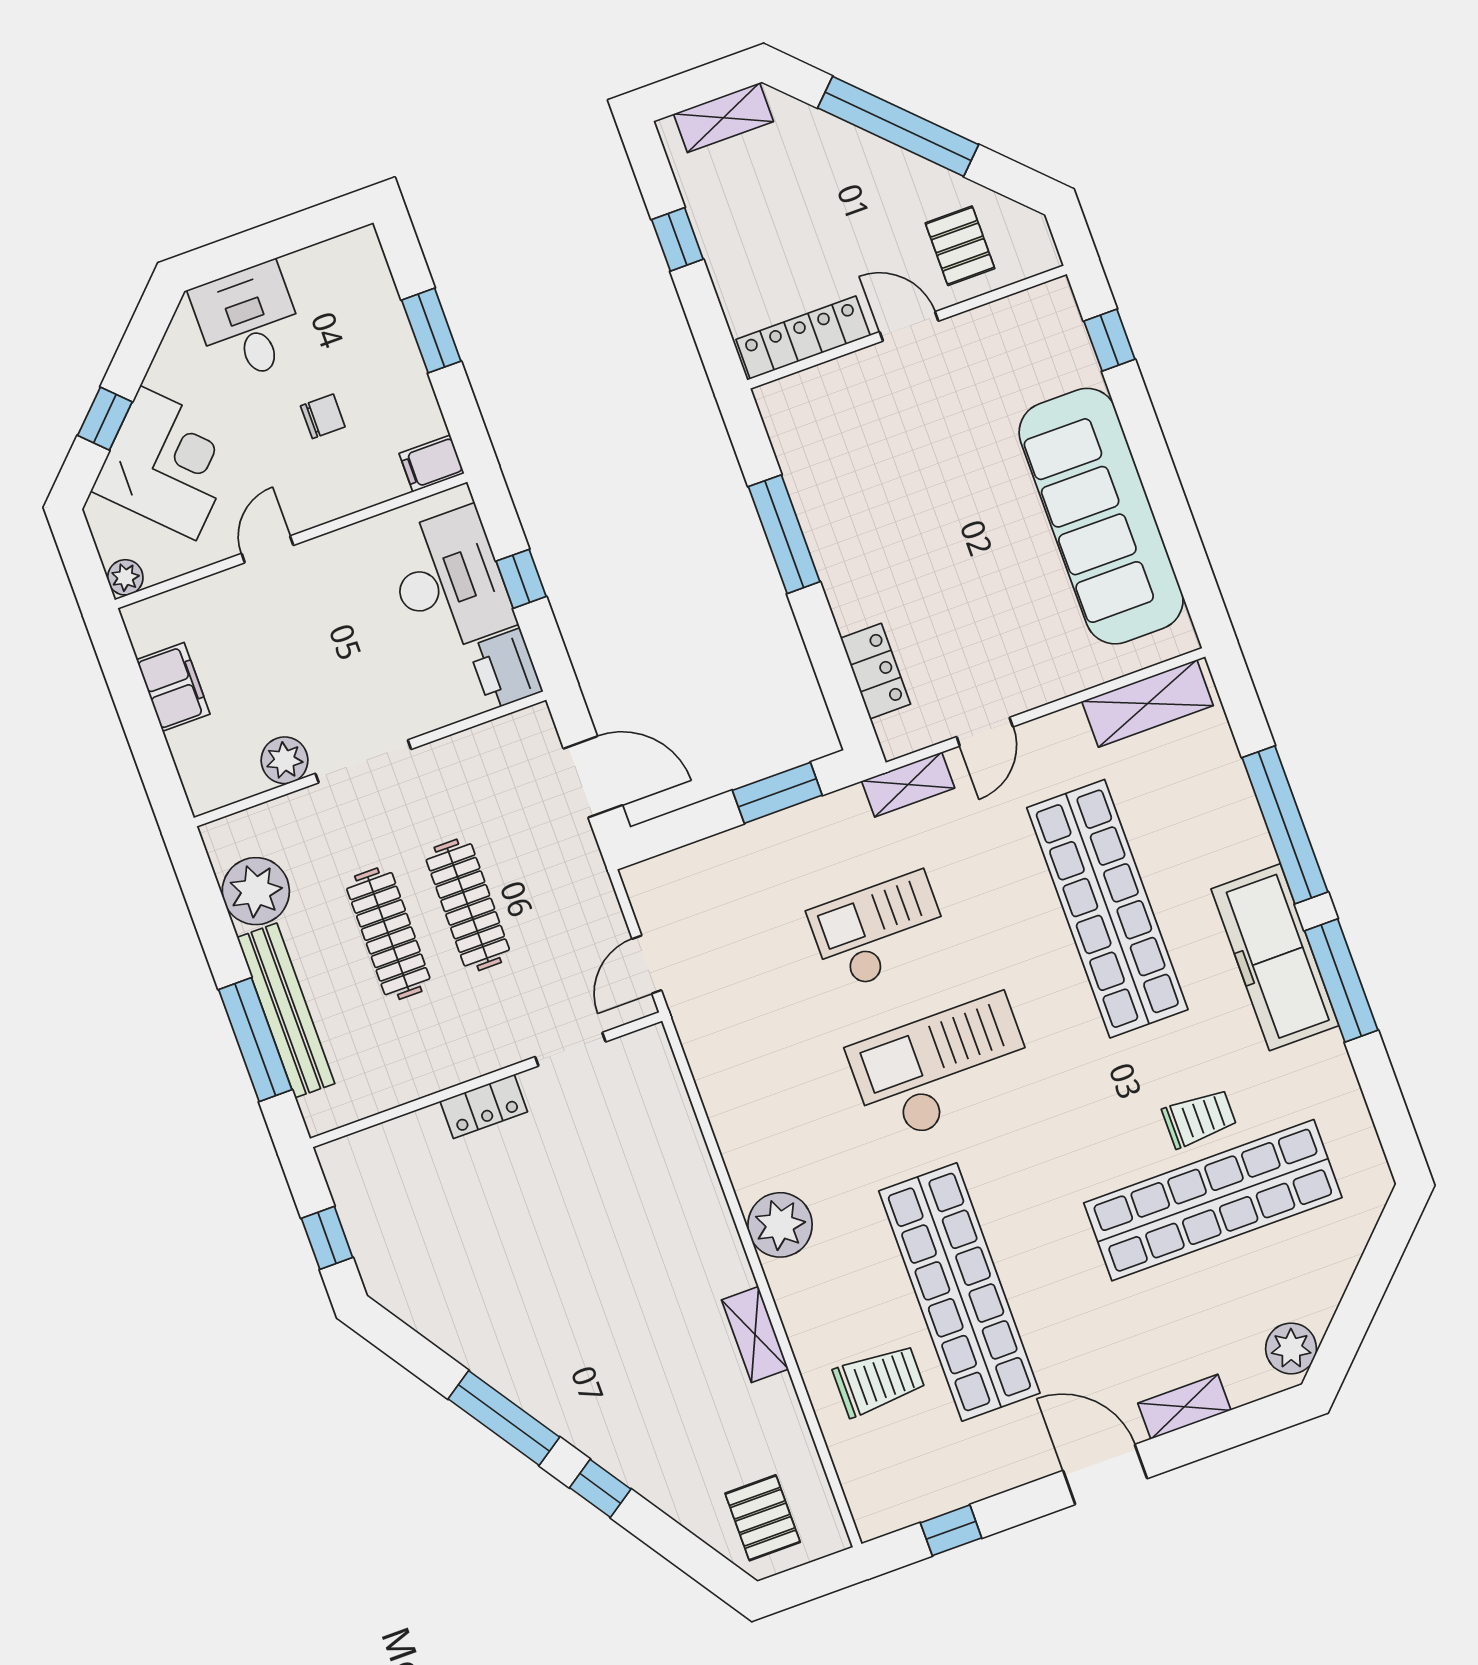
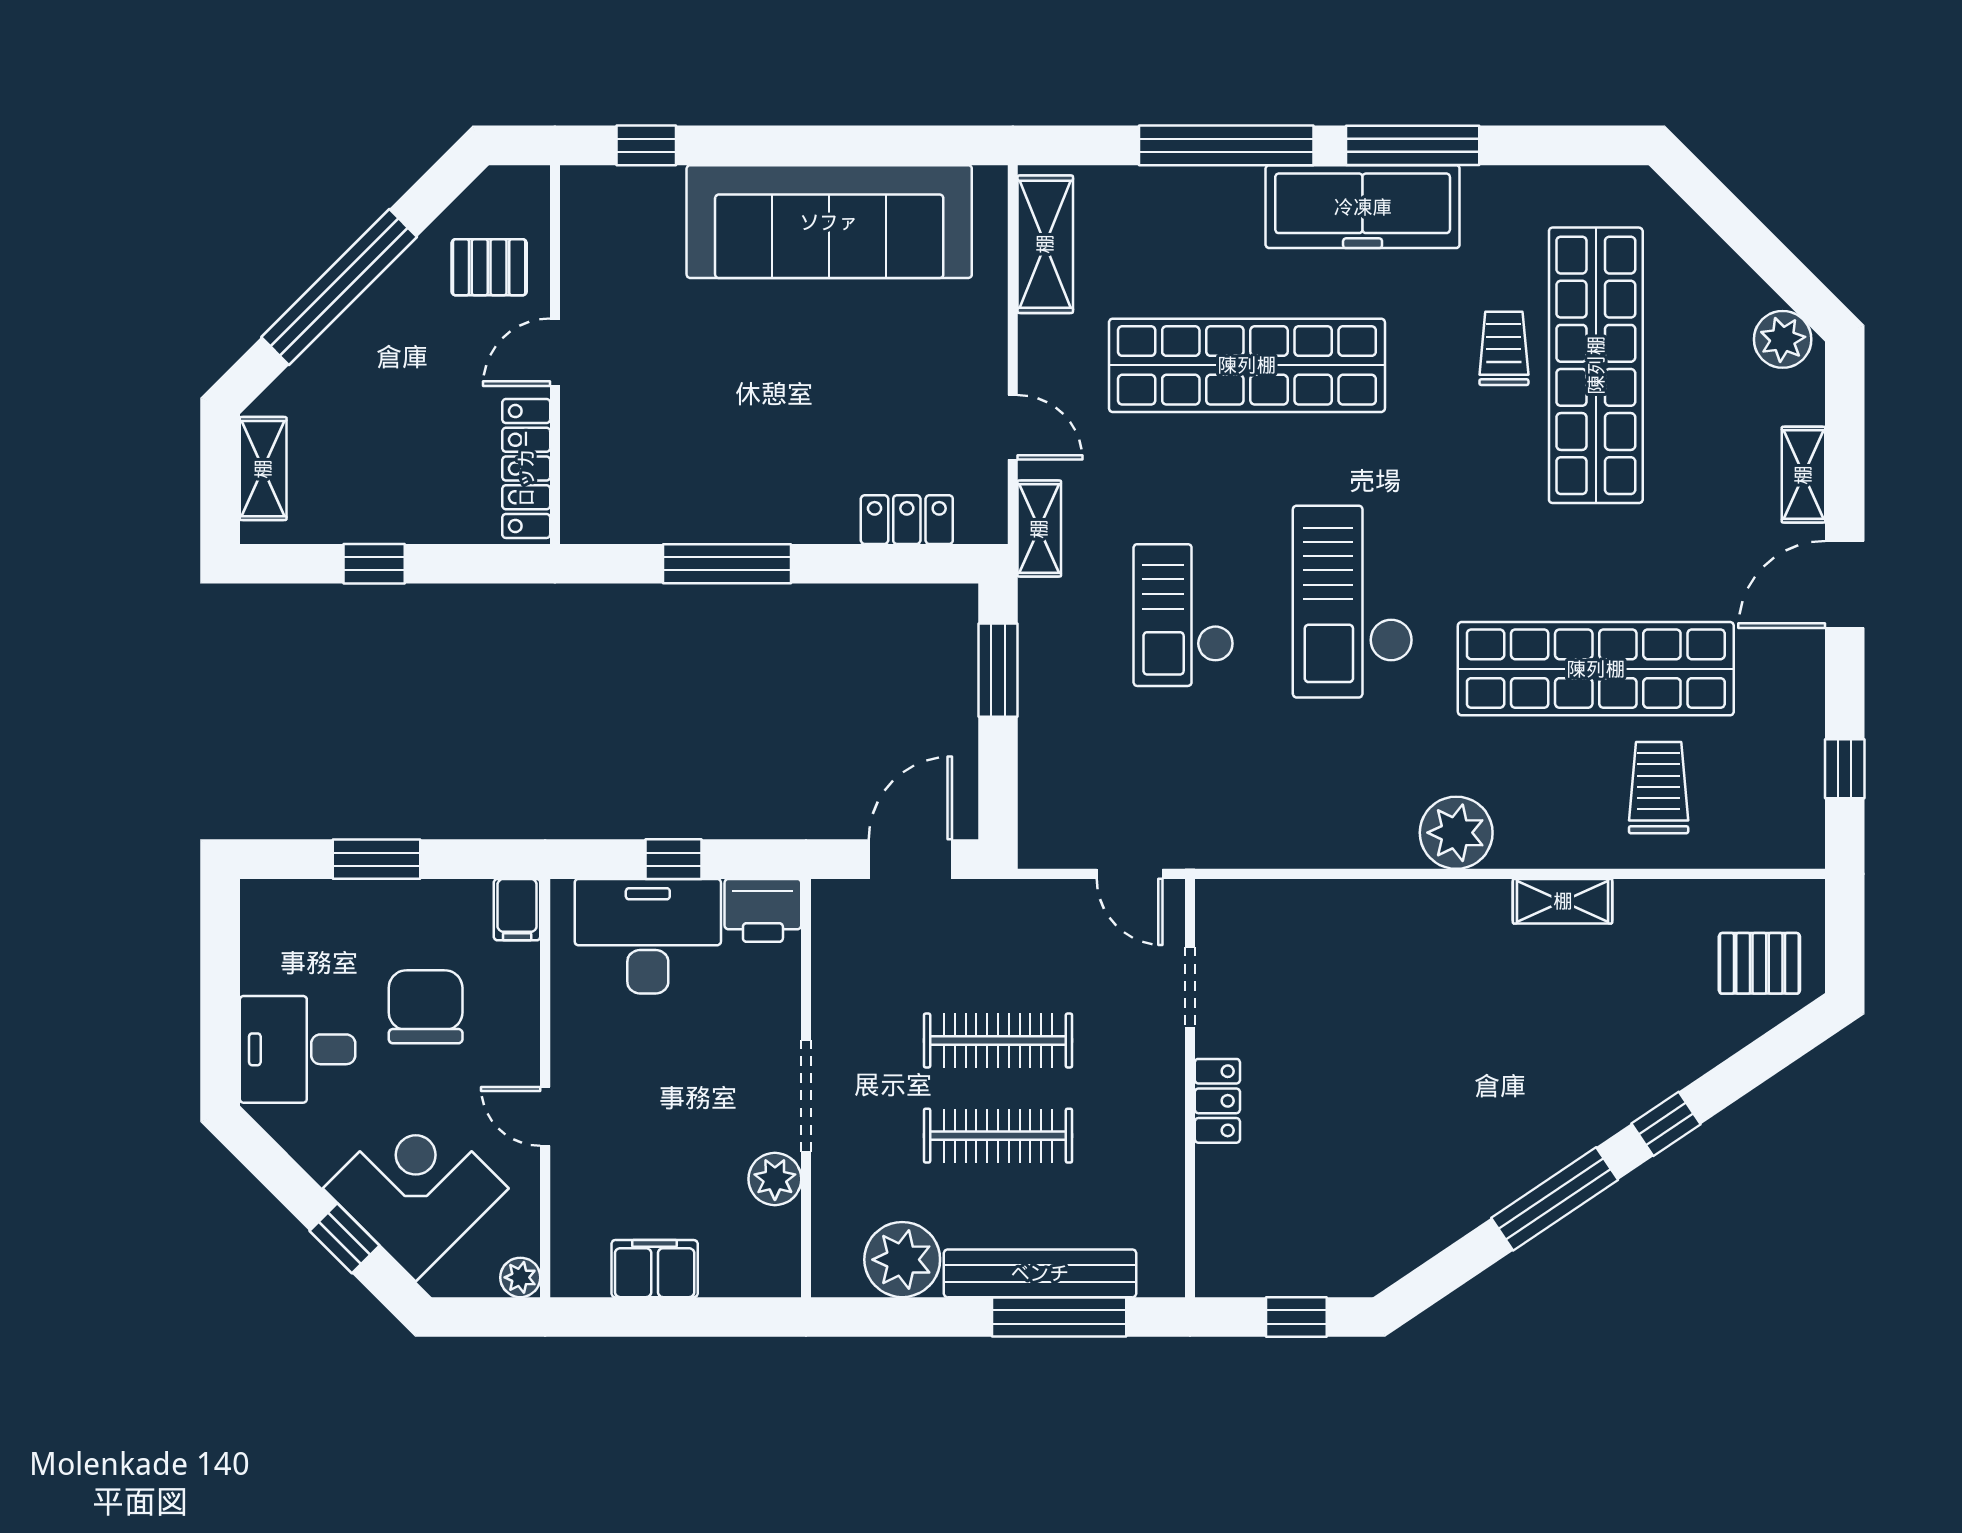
chair: (323, 416) -> (426, 1007), width x1.87, depth x1.87

